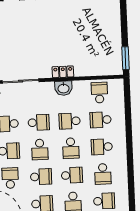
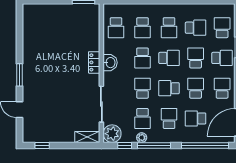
school desk: (99, 93) -> (116, 28), turned -90
school desk: (40, 150) -> (169, 88), turned 180

